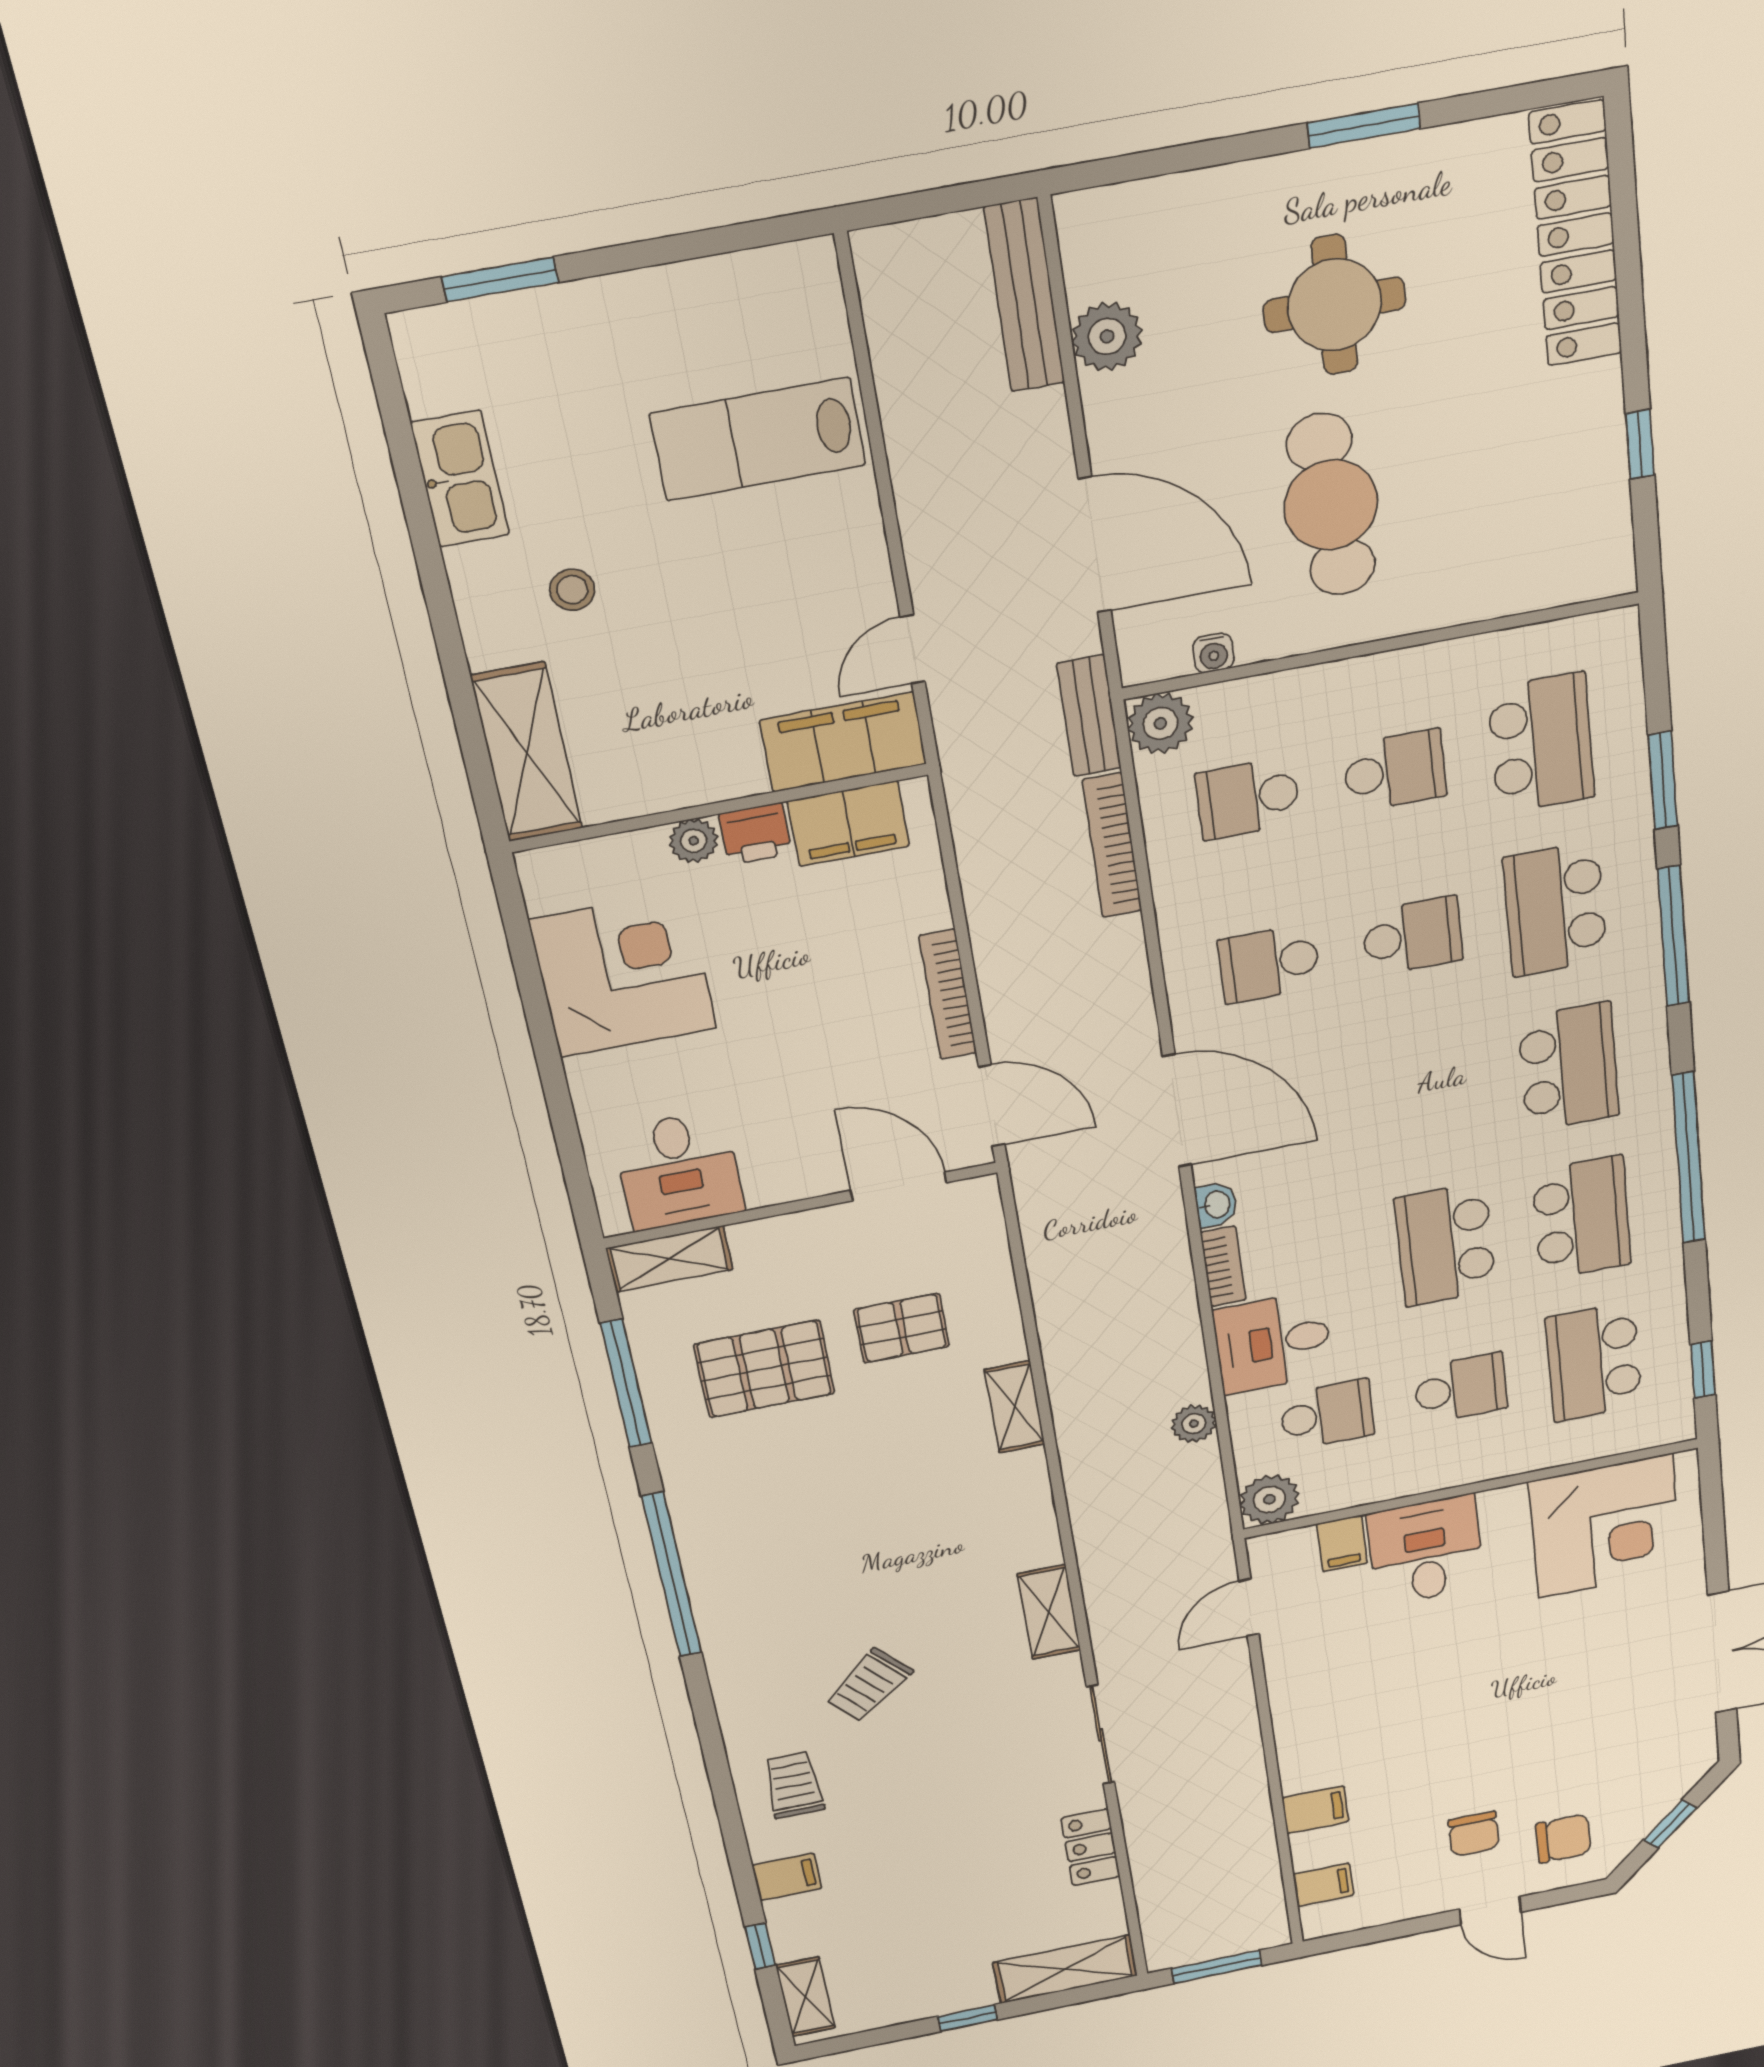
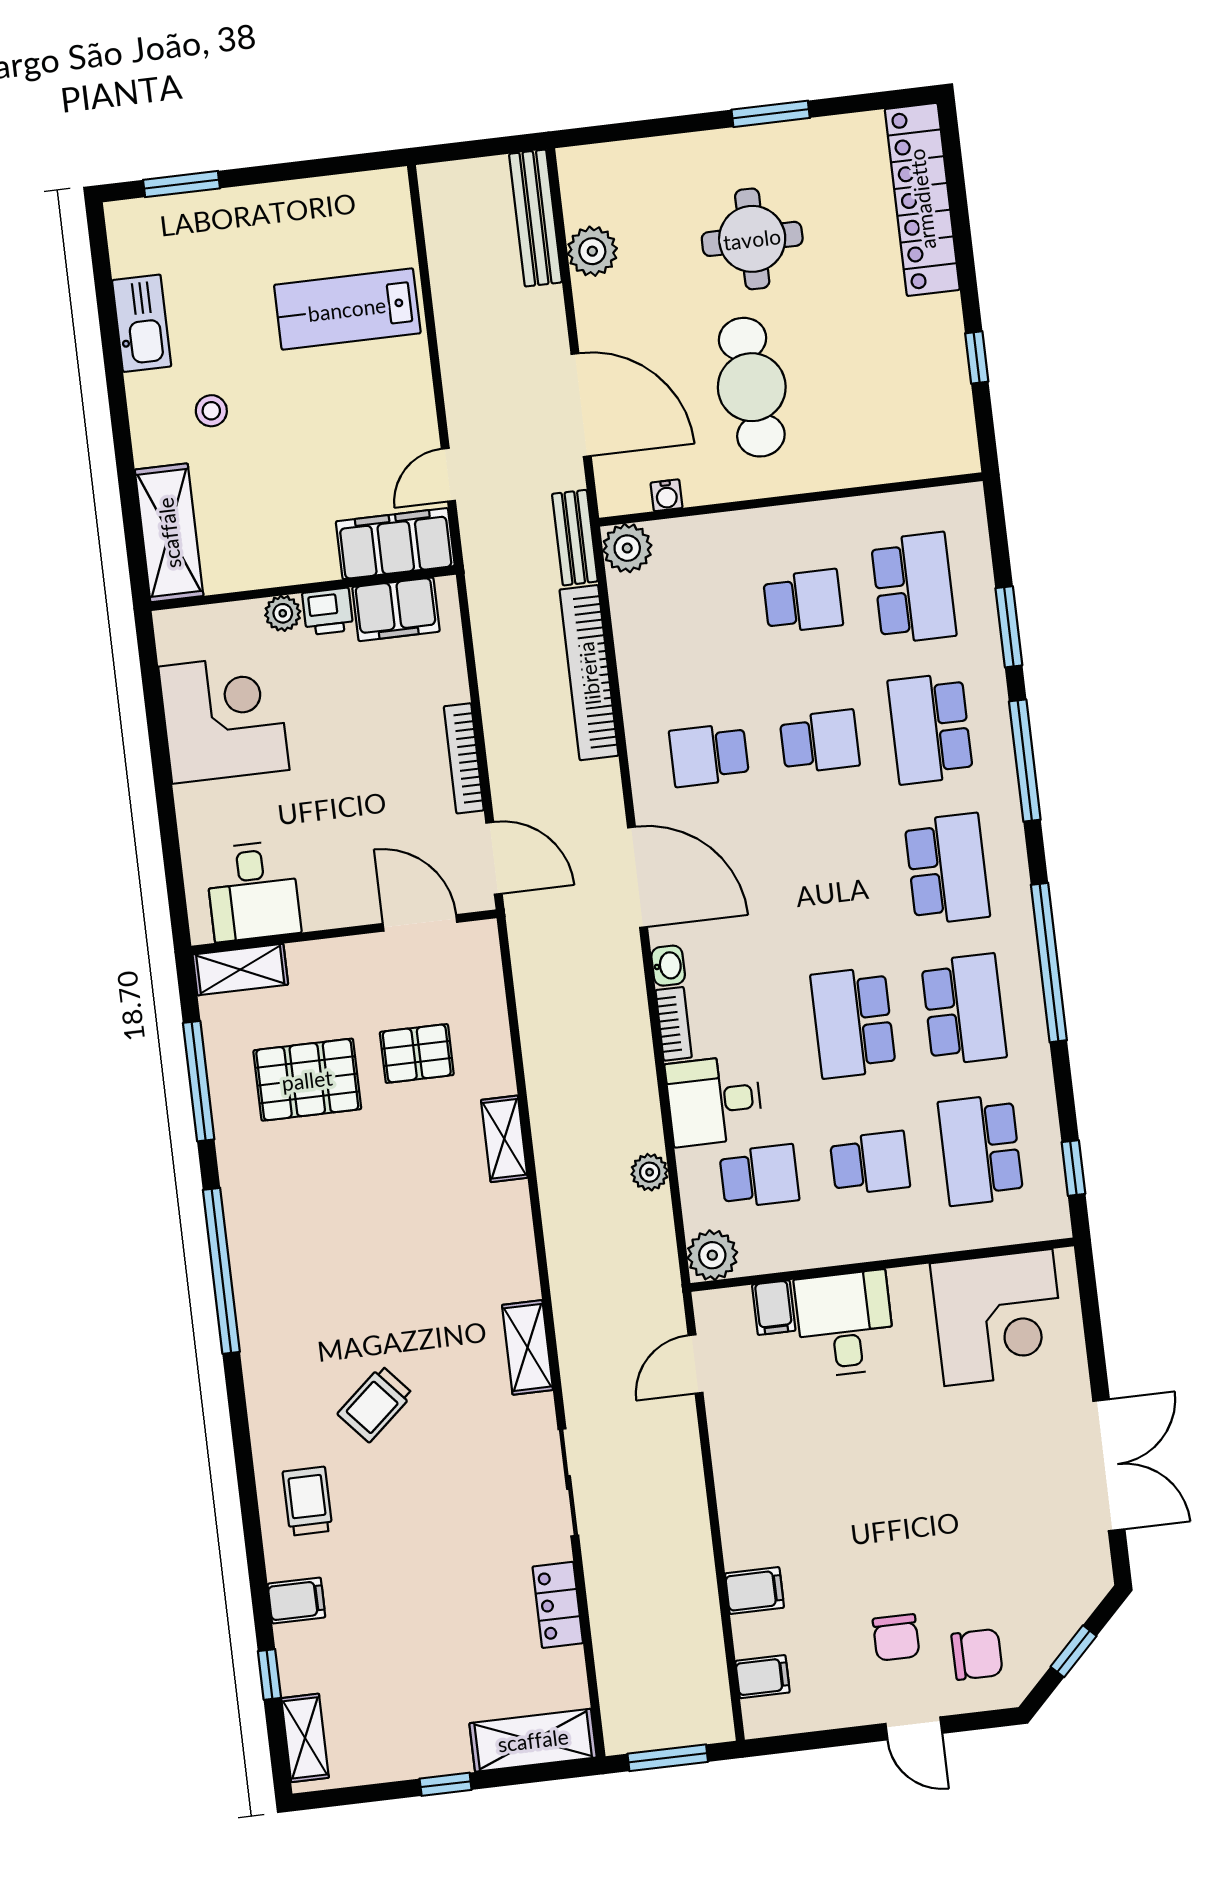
school desk: (1248, 798) -> (692, 614), removed
bookcase: (1112, 846) -> (589, 673), width x1.48, depth x1.31

